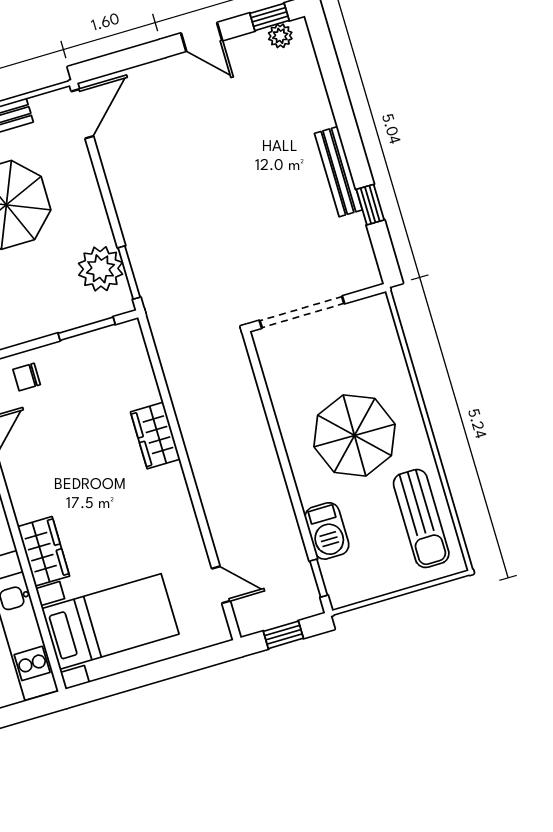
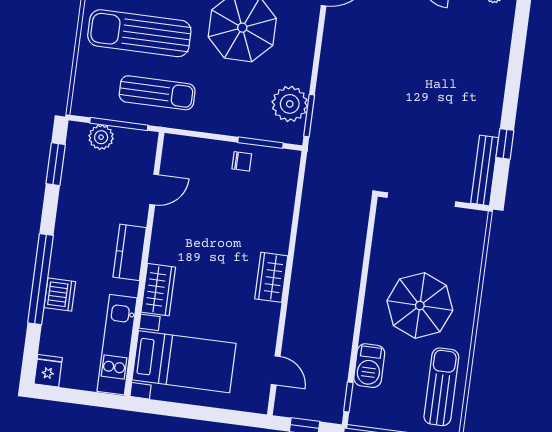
bench: (338, 172) -> (485, 170), moved
chair: (27, 377) -> (242, 161), moved, turned 180
wardrobe: (155, 436) -> (271, 277), moved
sun lounger: (421, 518) -> (441, 387), turned 180

